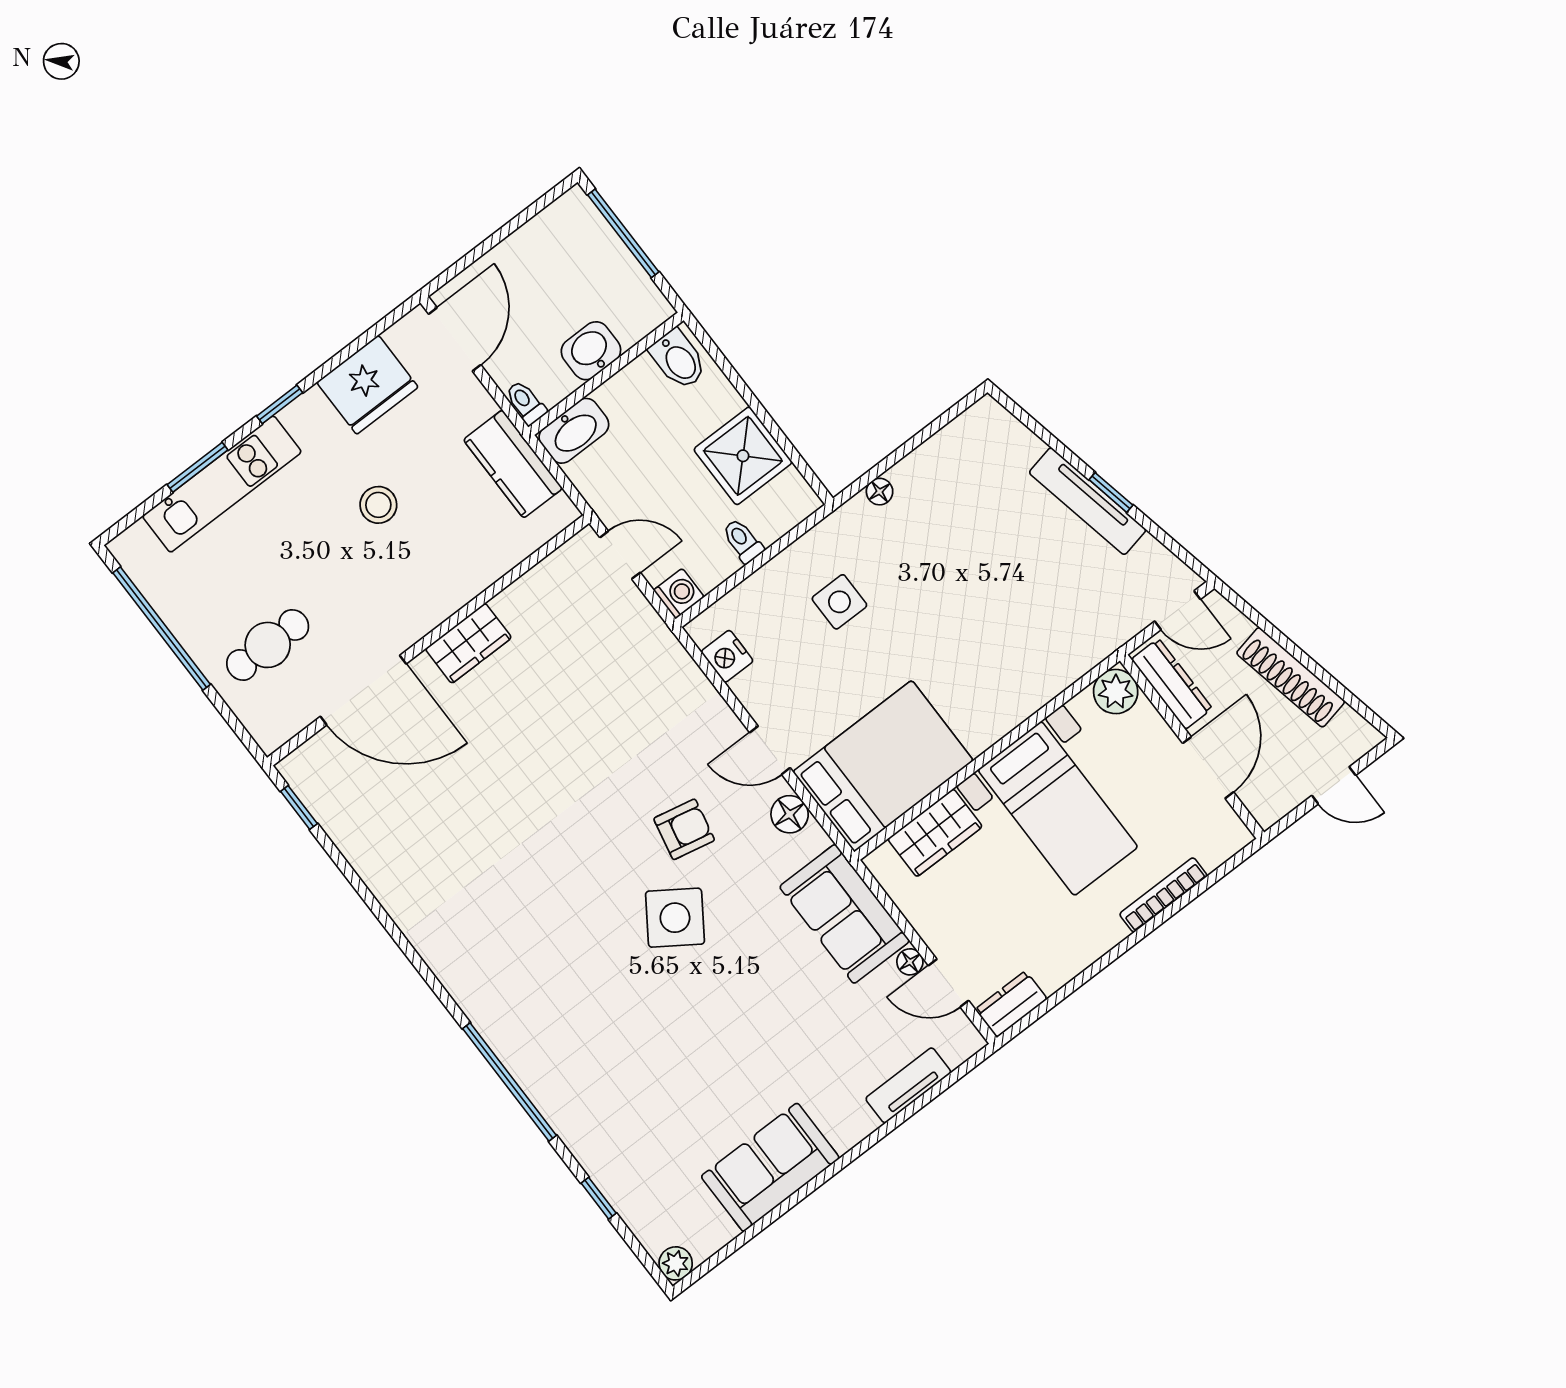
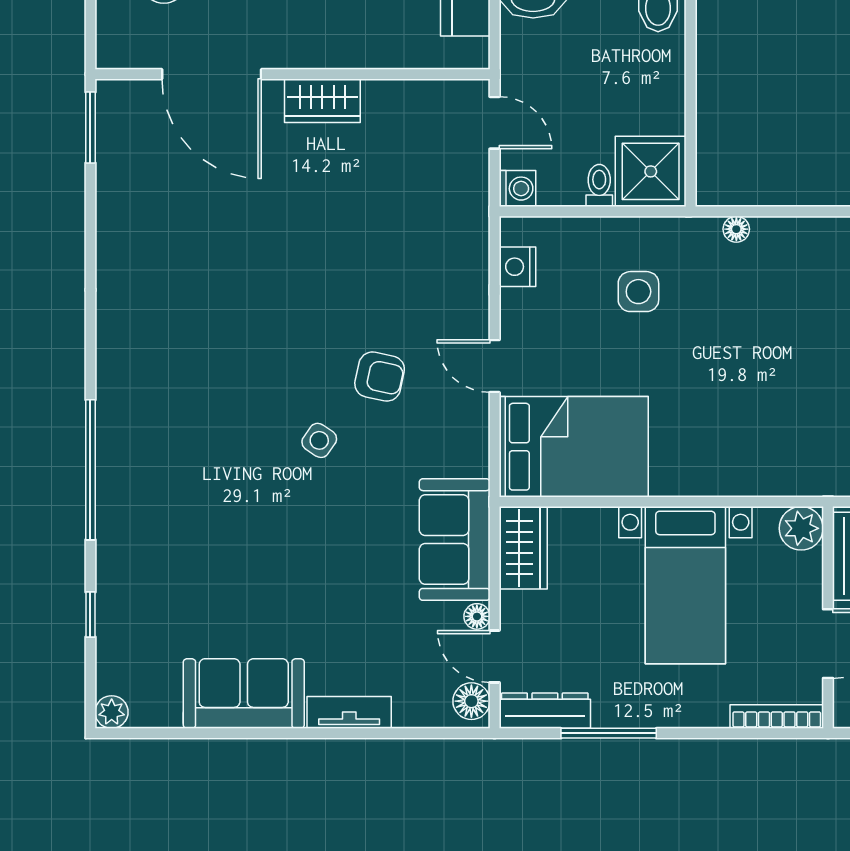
shower: (743, 456) -> (651, 171), moved
window: (299, 807) -> (90, 127), width x1.50
floor lamp: (790, 814) -> (471, 701), moved
wardrobe: (935, 833) -> (523, 548), moved, turned -90
bookcase: (1163, 895) -> (777, 717), moved
side table: (675, 918) -> (319, 440), width x0.54, depth x0.54
window: (1087, 974) -> (609, 733), added
dresser: (1011, 1004) -> (545, 711), width x1.44
tv unit: (908, 1085) -> (349, 712), moved

